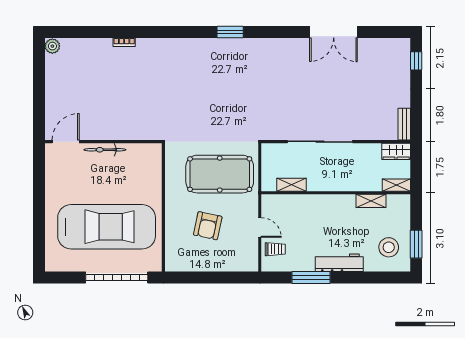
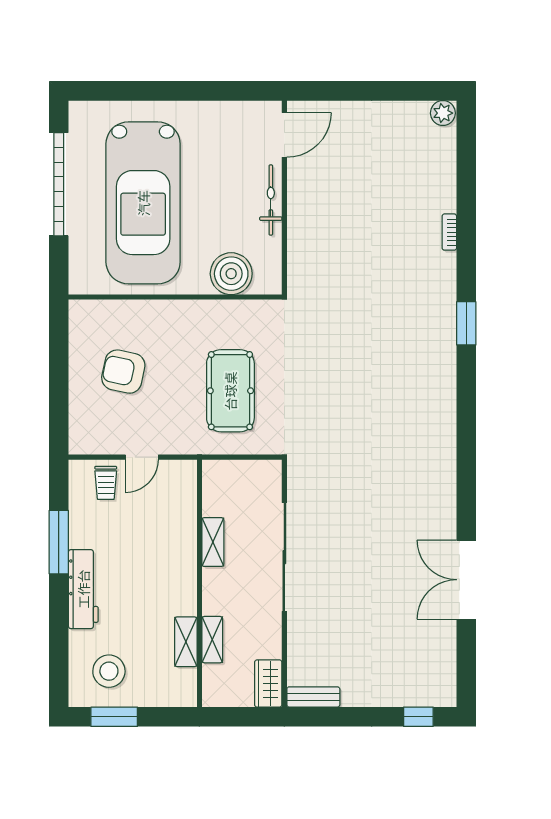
window: (230, 32) -> (466, 323), moved
door: (66, 142) -> (284, 135), hinge flipped
boiler: (149, 174) -> (231, 274), added
pool table: (220, 174) -> (230, 391), width x0.73, depth x0.76
shelving: (291, 185) -> (213, 542), moved
shelving: (396, 185) -> (212, 640), moved
armchair: (208, 226) -> (123, 372), moved
garage door: (117, 278) -> (59, 184), moved

